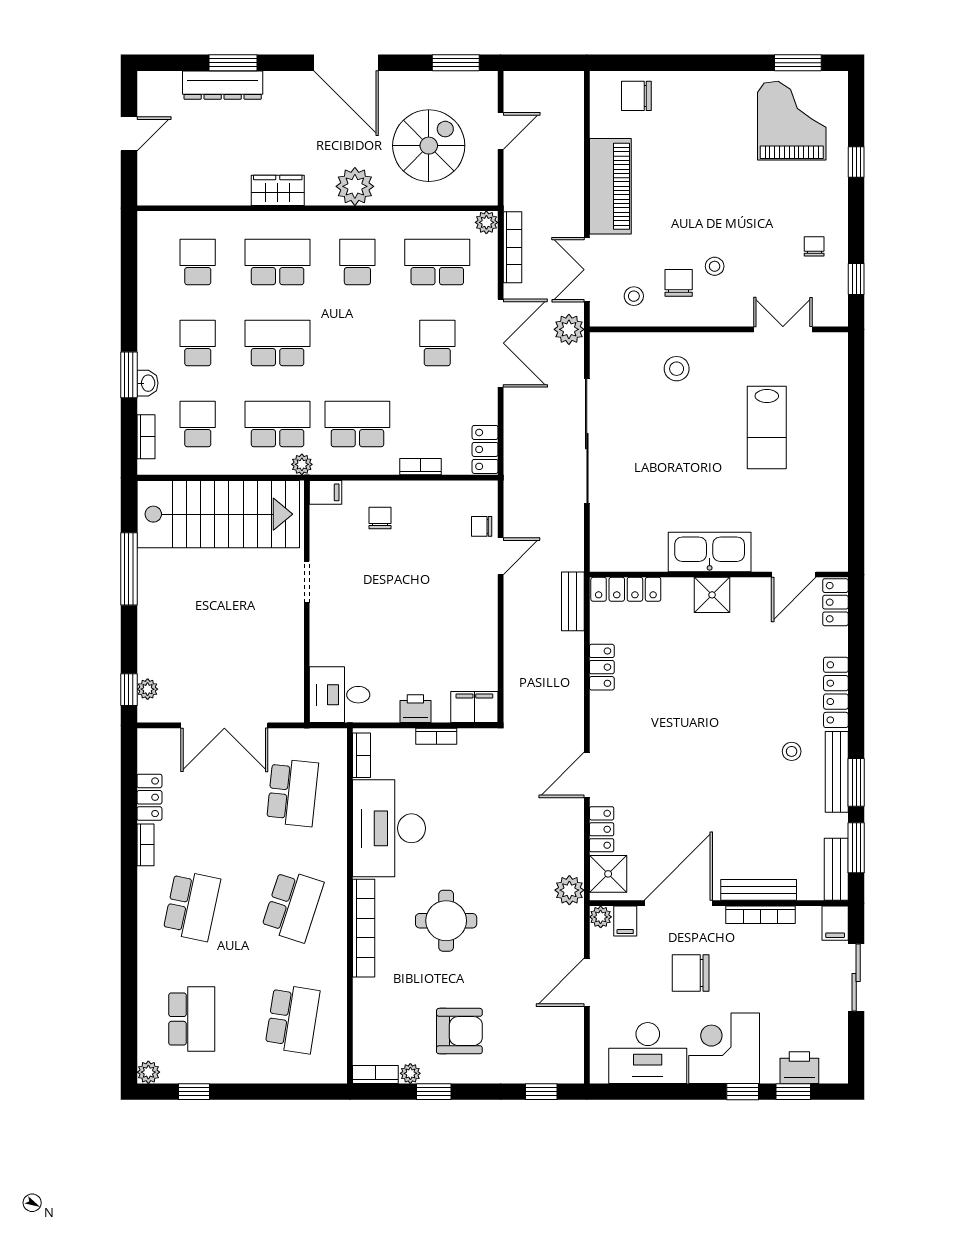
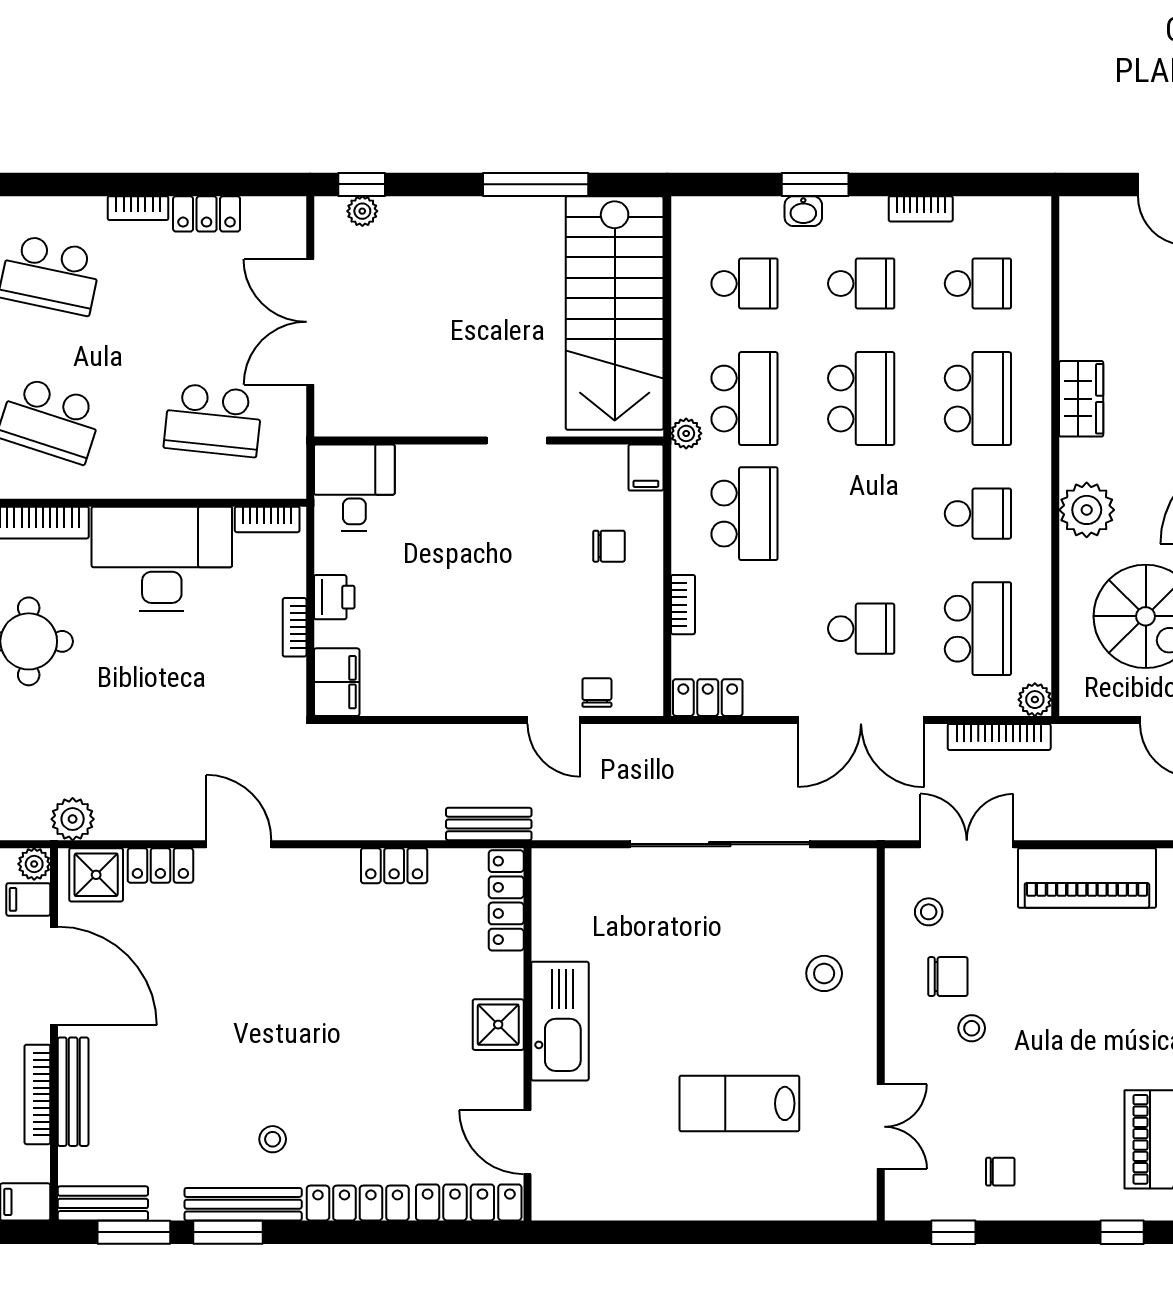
plant: (569, 329) -> (881, 818), removed
bookcase: (146, 437) -> (921, 209), moved
locker: (835, 602) -> (469, 1202), width x1.53

